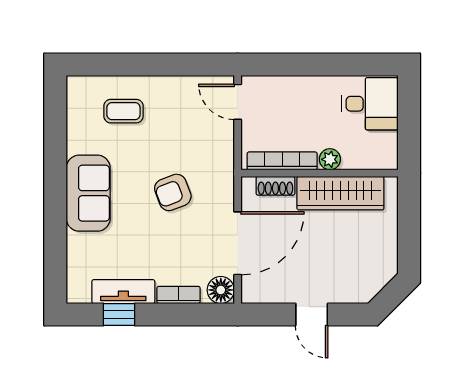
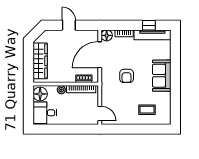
floor lamp: (381, 149) -> (40, 94), added
armchair: (173, 192) -> (127, 76), turned 111
wardrobe: (340, 193) -> (40, 61), moved, turned 90
tv unit: (123, 292) -> (152, 35), width x1.41

